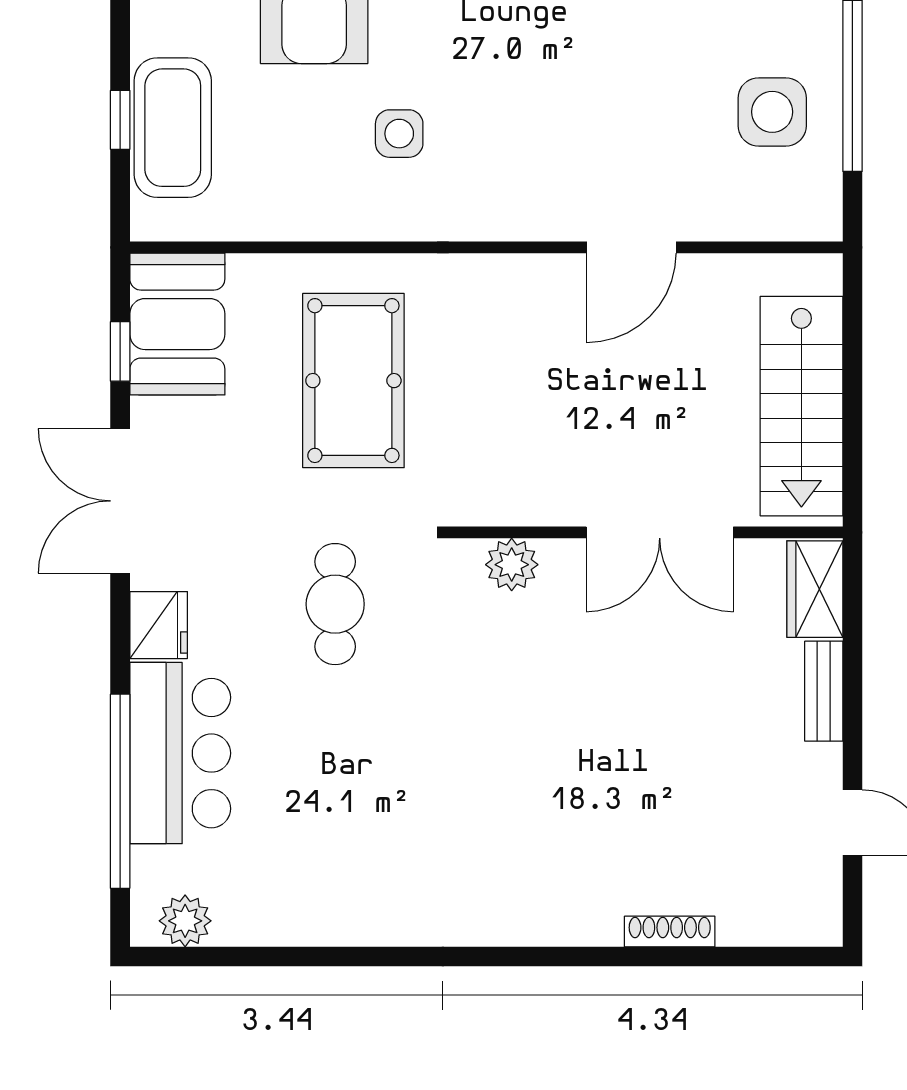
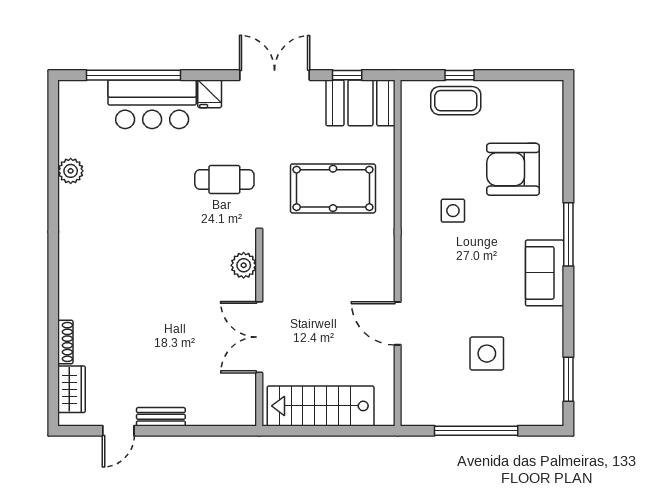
side table: (772, 112) -> (487, 354), moved
coffee table: (173, 128) -> (456, 101), width x0.73, depth x0.76
wardrobe: (815, 589) -> (72, 389), moved, turned 90
fridge: (159, 625) -> (210, 94), width x0.72
bench: (824, 691) -> (161, 417), moved
plant: (185, 921) -> (71, 171), moved

